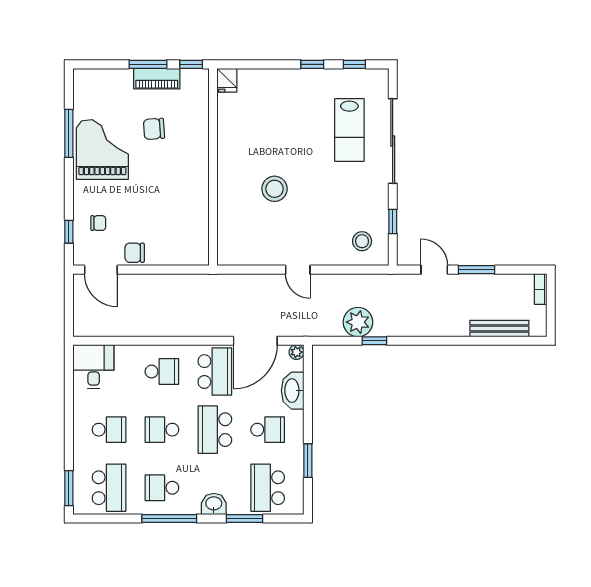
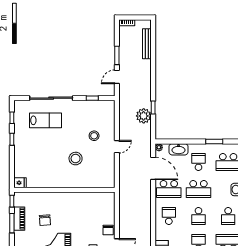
stool: (362, 241) -> (94, 136), moved
school desk: (215, 372) -> (169, 189), turned 180

